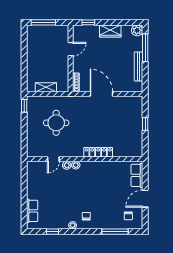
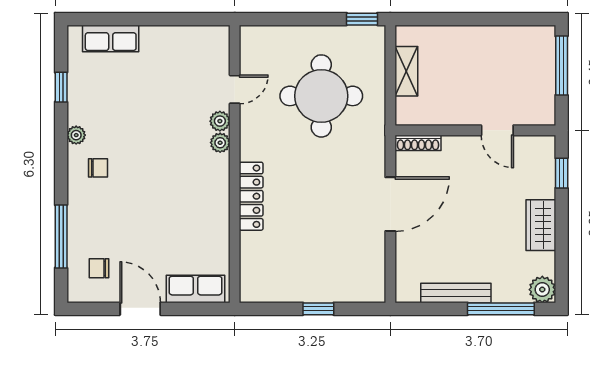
round table: (56, 123) -> (321, 96), width x1.36, depth x1.36
door: (53, 159) -> (235, 89), swing flipped

